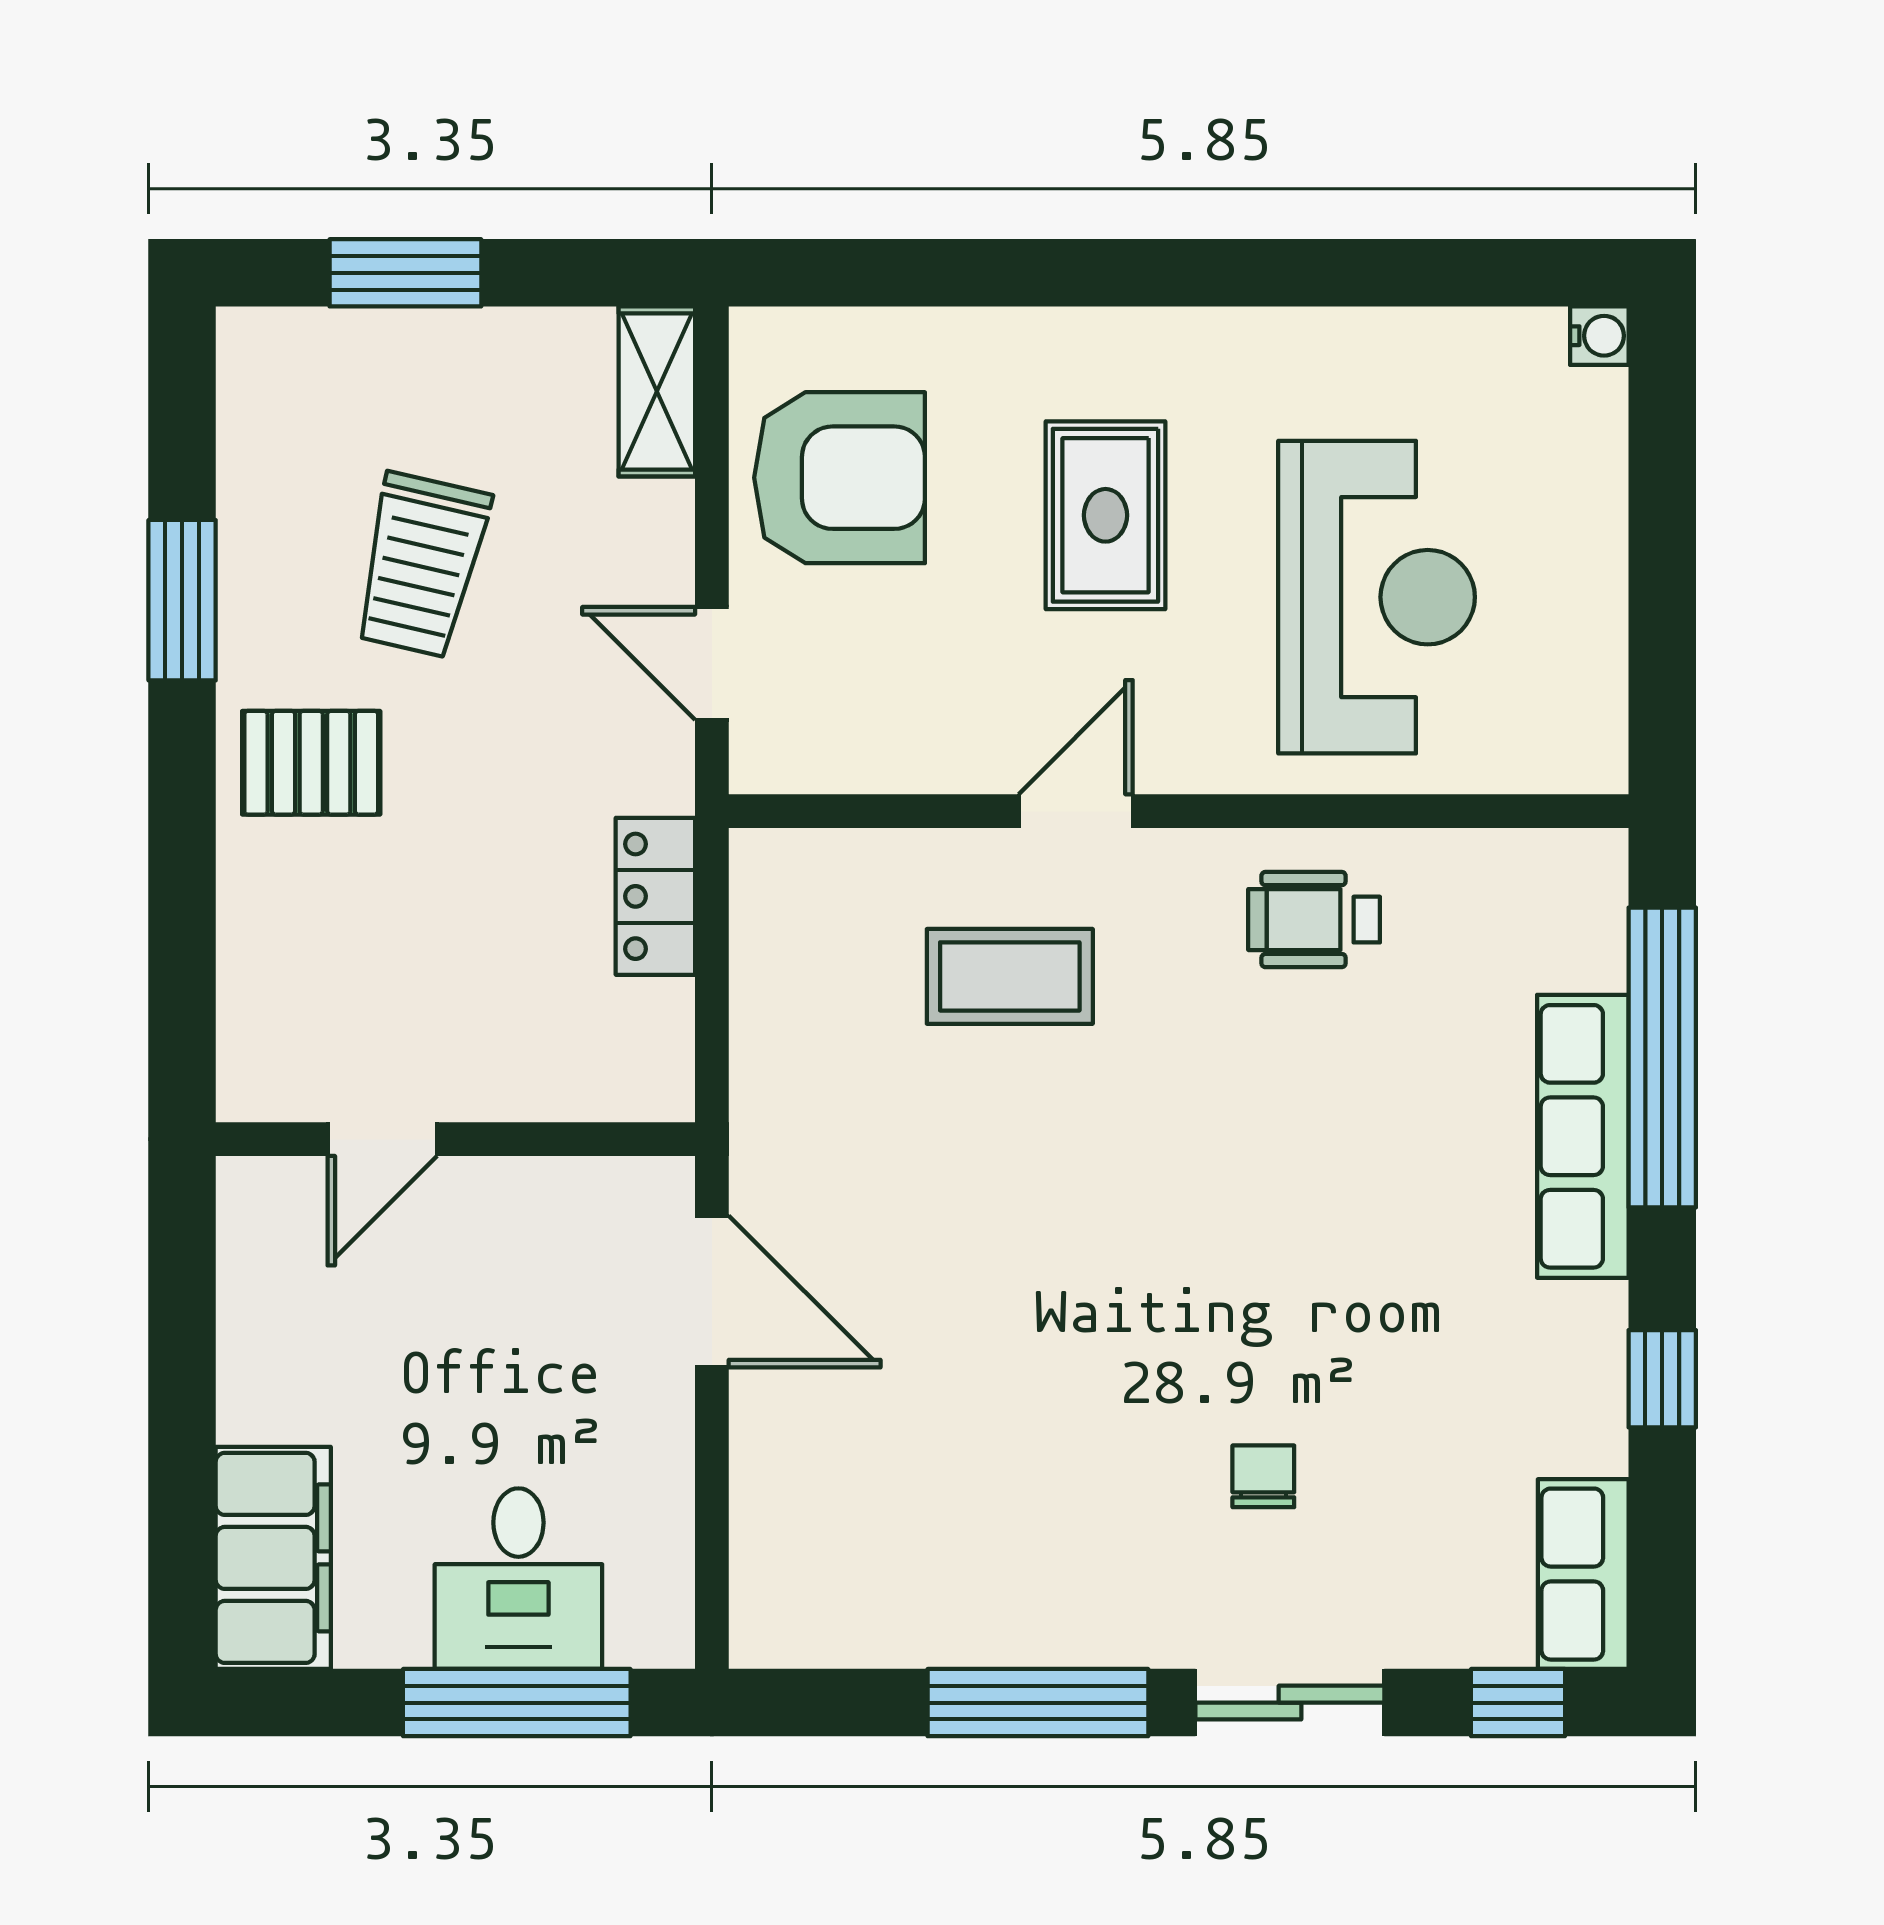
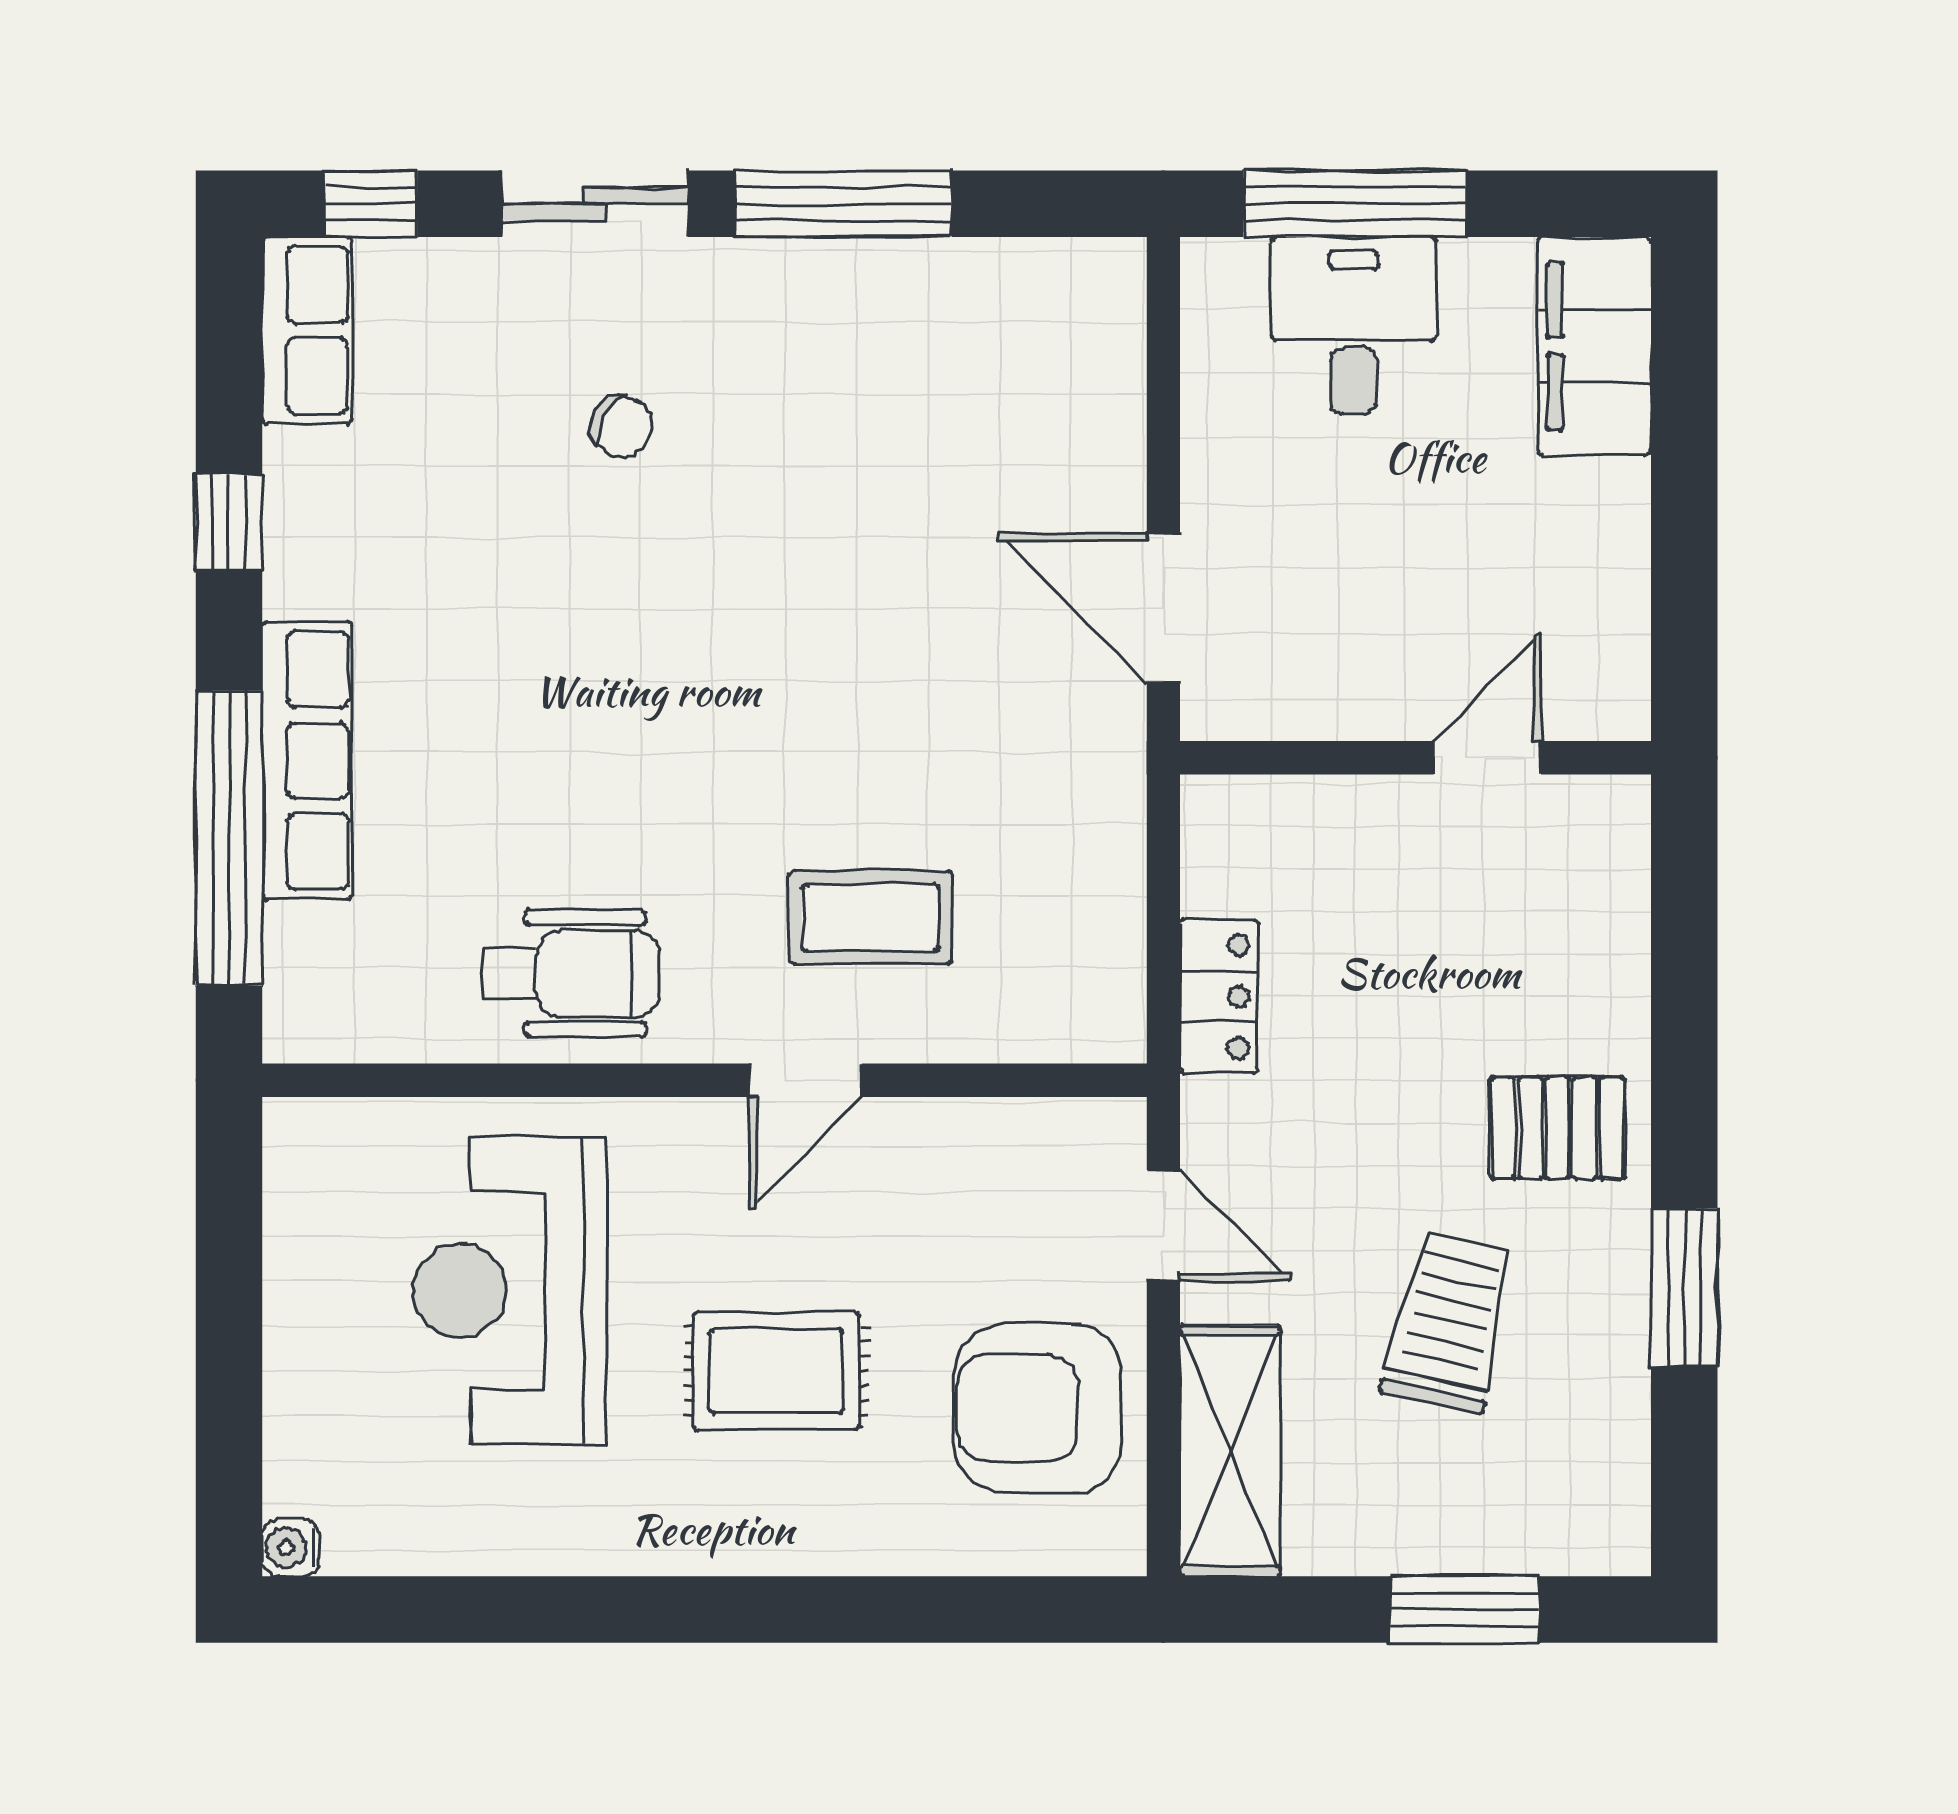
shelving: (657, 391) -> (1230, 1451), width x1.50, depth x1.33
rug: (1105, 515) -> (776, 1371), turned 90
wheelchair: (1314, 920) -> (571, 974), width x1.36, depth x1.37
chair: (1263, 1476) -> (621, 426), turned -60

